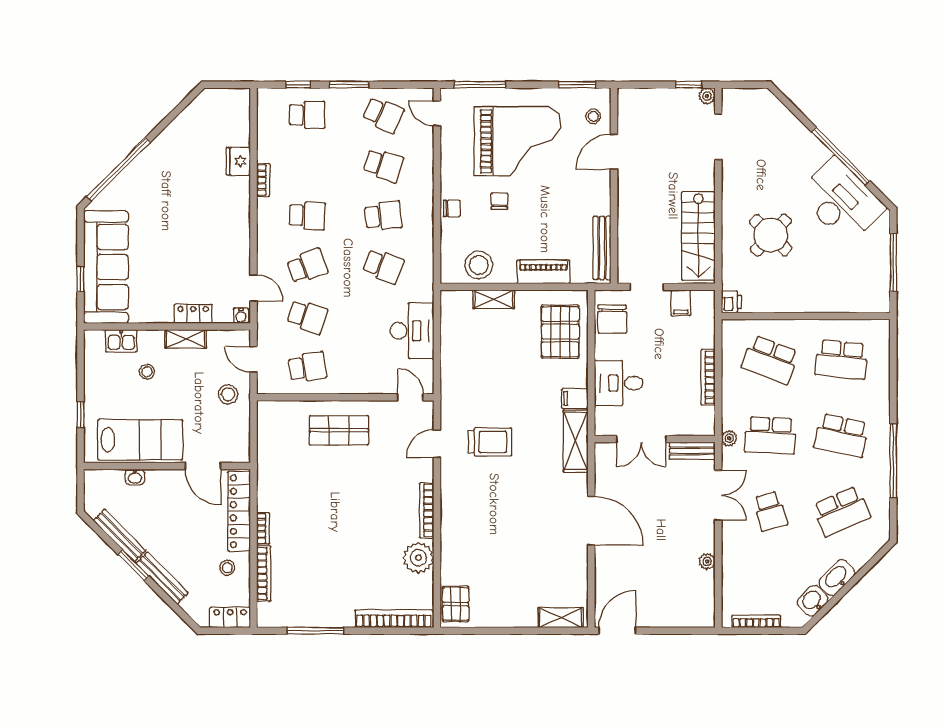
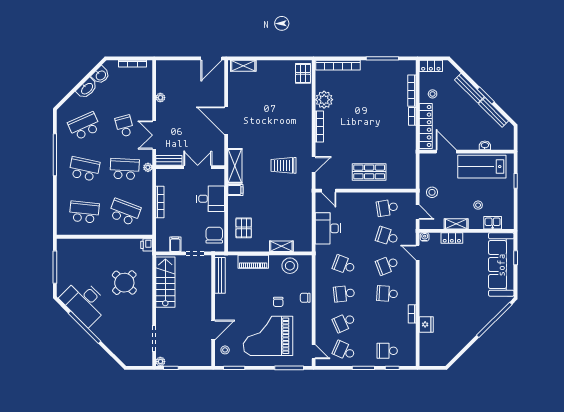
school desk: (383, 165) -> (344, 322), turned -42
pallet: (560, 332) -> (244, 228), width x0.67, depth x0.71

